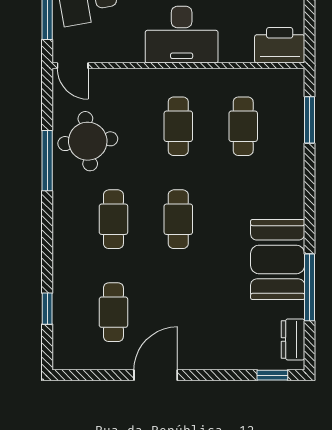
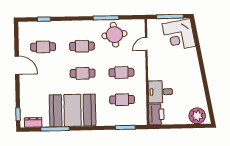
desk: (182, 35) -> (160, 92), moved, width x0.73
door: (73, 66) -> (146, 44), moved
booth: (278, 259) -> (73, 110), width x1.36, depth x1.42

